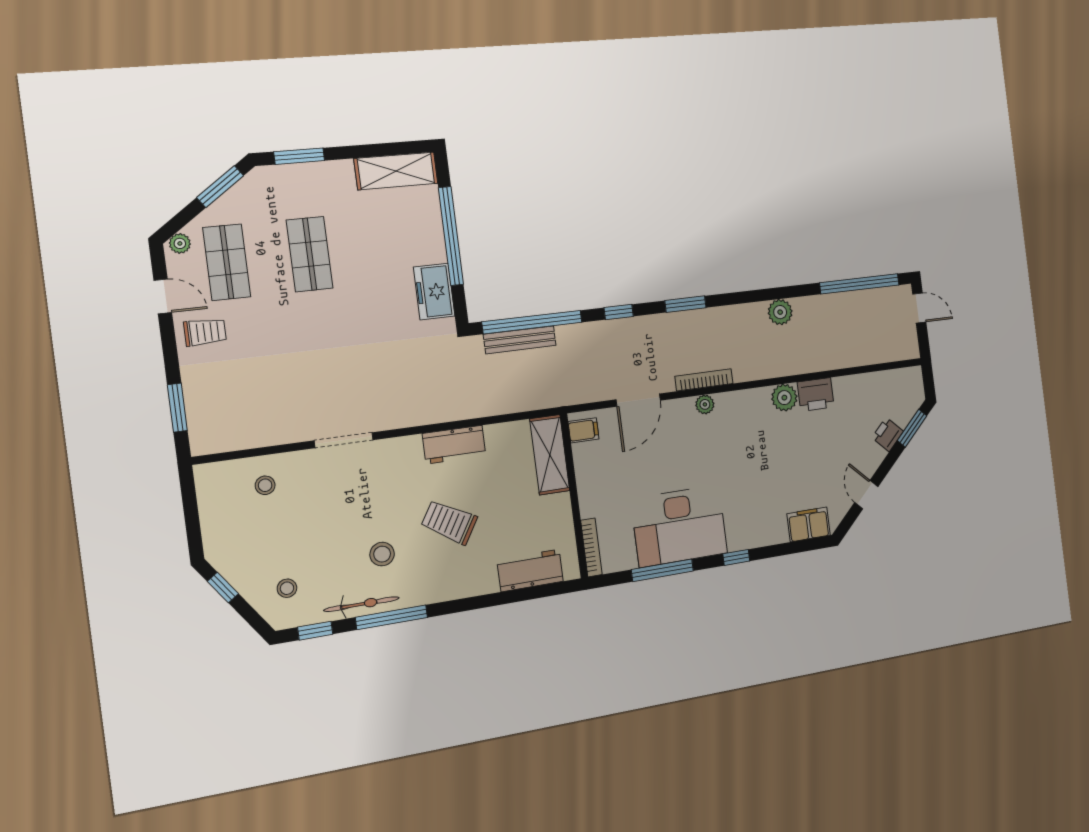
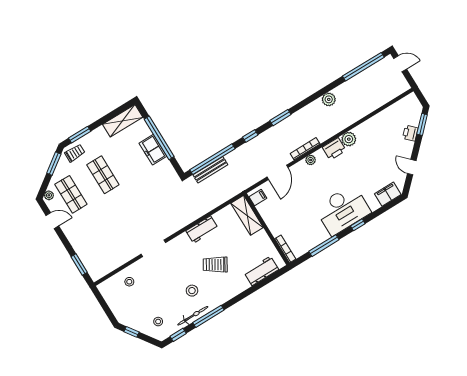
freezer: (434, 292) -> (153, 150), moved
trolley: (205, 332) -> (75, 153), moved
printer: (816, 395) -> (334, 149), moved
desk: (679, 526) -> (343, 210), moved

